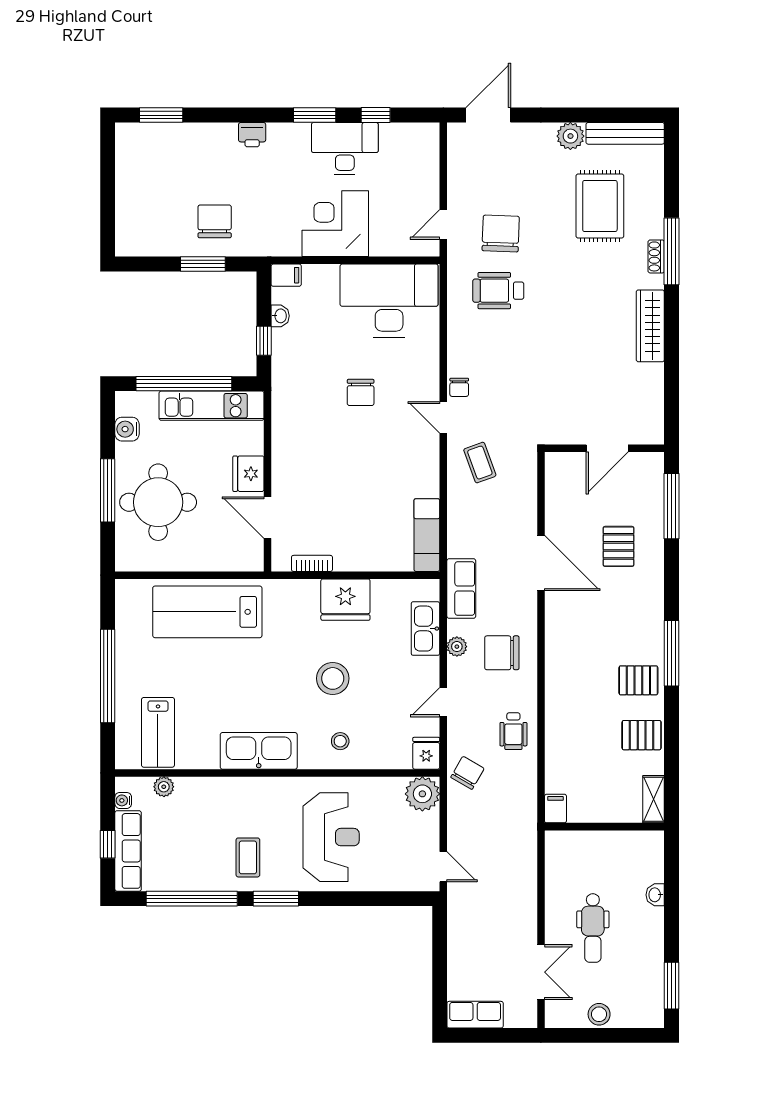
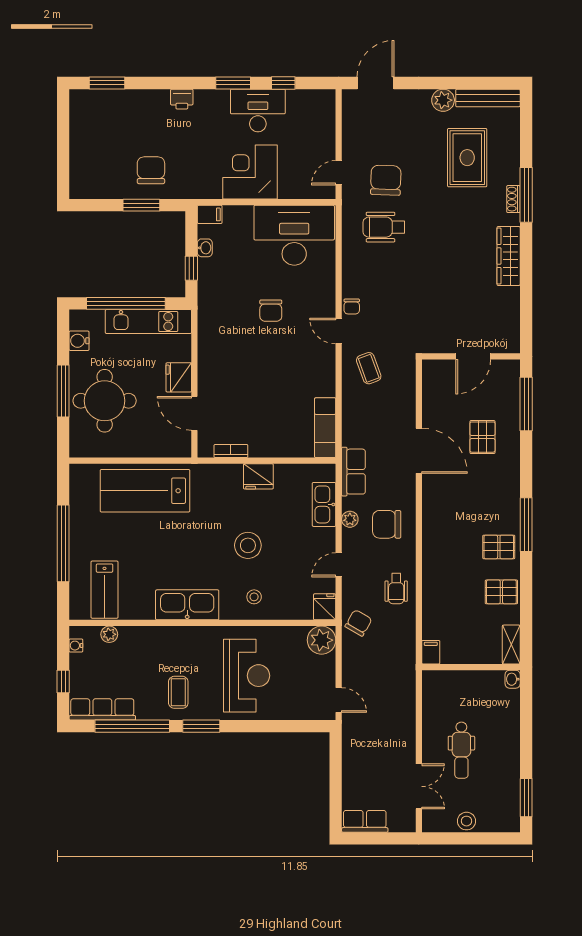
fridge: (345, 600) -> (258, 476), width x0.73, depth x0.75
row of seats: (128, 851) -> (102, 709), moved, turned -90
washbasin: (655, 895) -> (513, 679), moved

